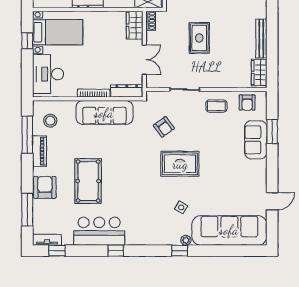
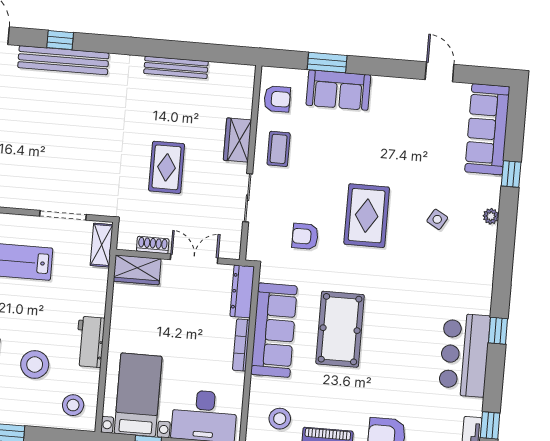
shoe rack: (151, 21) -> (153, 245), moved
rug: (199, 38) -> (167, 167), turned 90
wardrobe: (259, 72) -> (237, 140), moved, turned 90
armchair: (164, 127) -> (305, 236), turned -144
pool table: (88, 181) -> (340, 329), moved, turned 90
sofa: (229, 230) -> (487, 129), width x0.74, depth x0.79
window: (180, 251) -> (511, 174), moved

